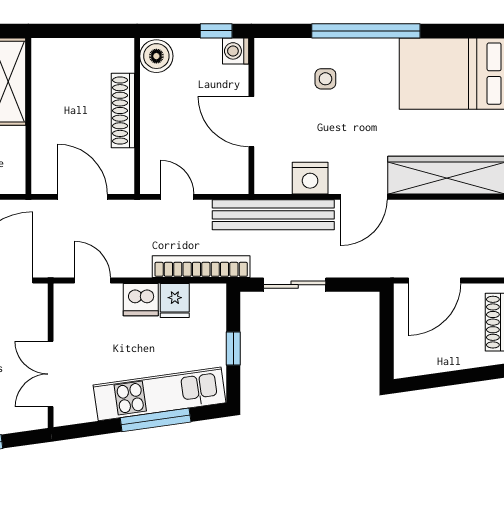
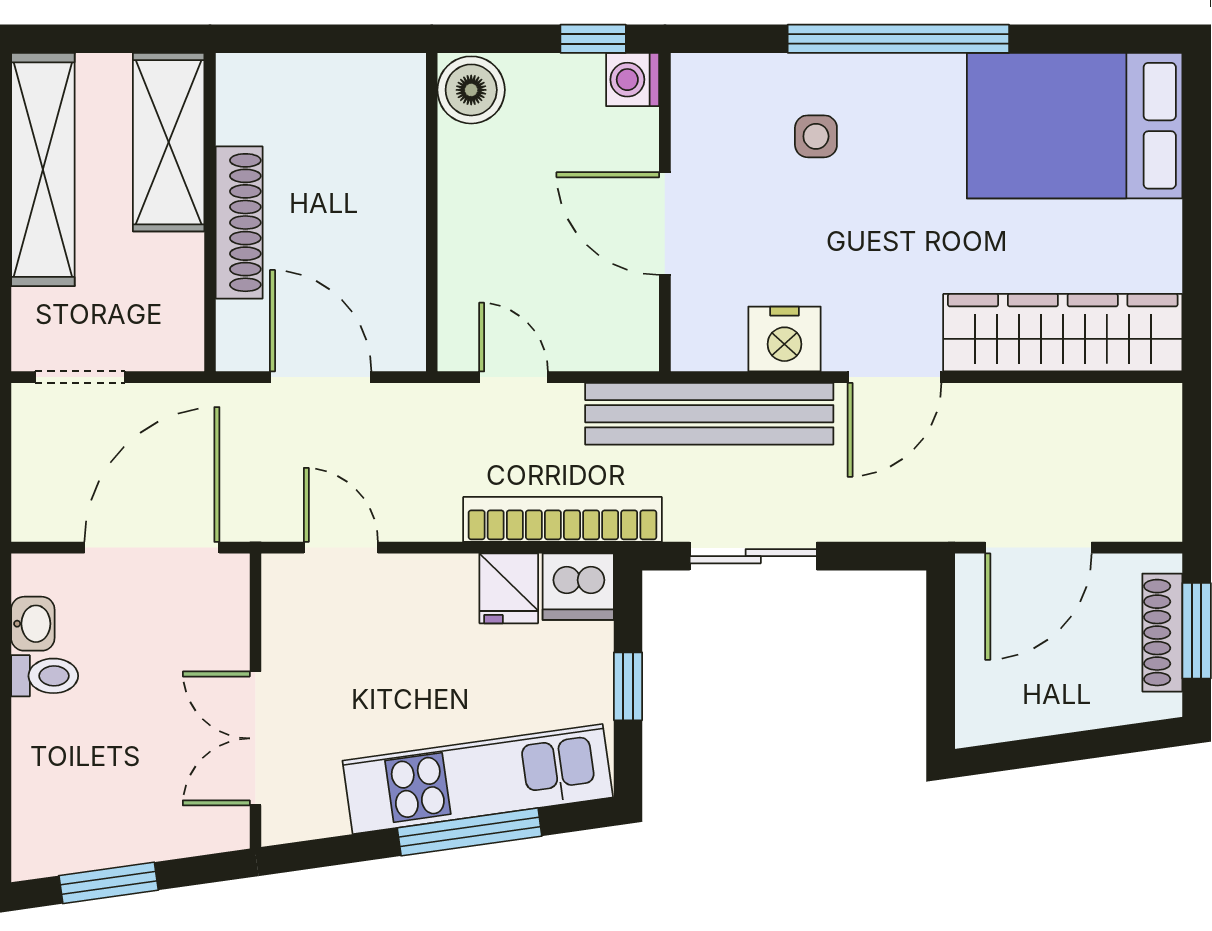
shoe rack: (123, 111) -> (239, 223), moved, turned 180
dishwasher: (141, 300) -> (578, 587), moved

